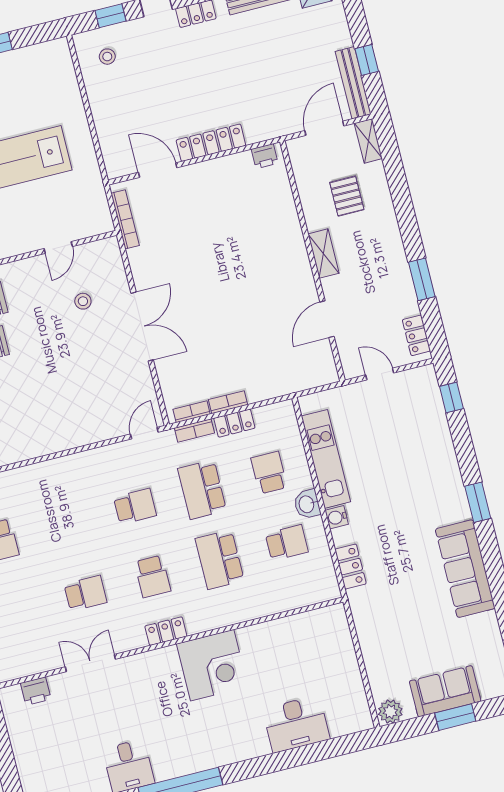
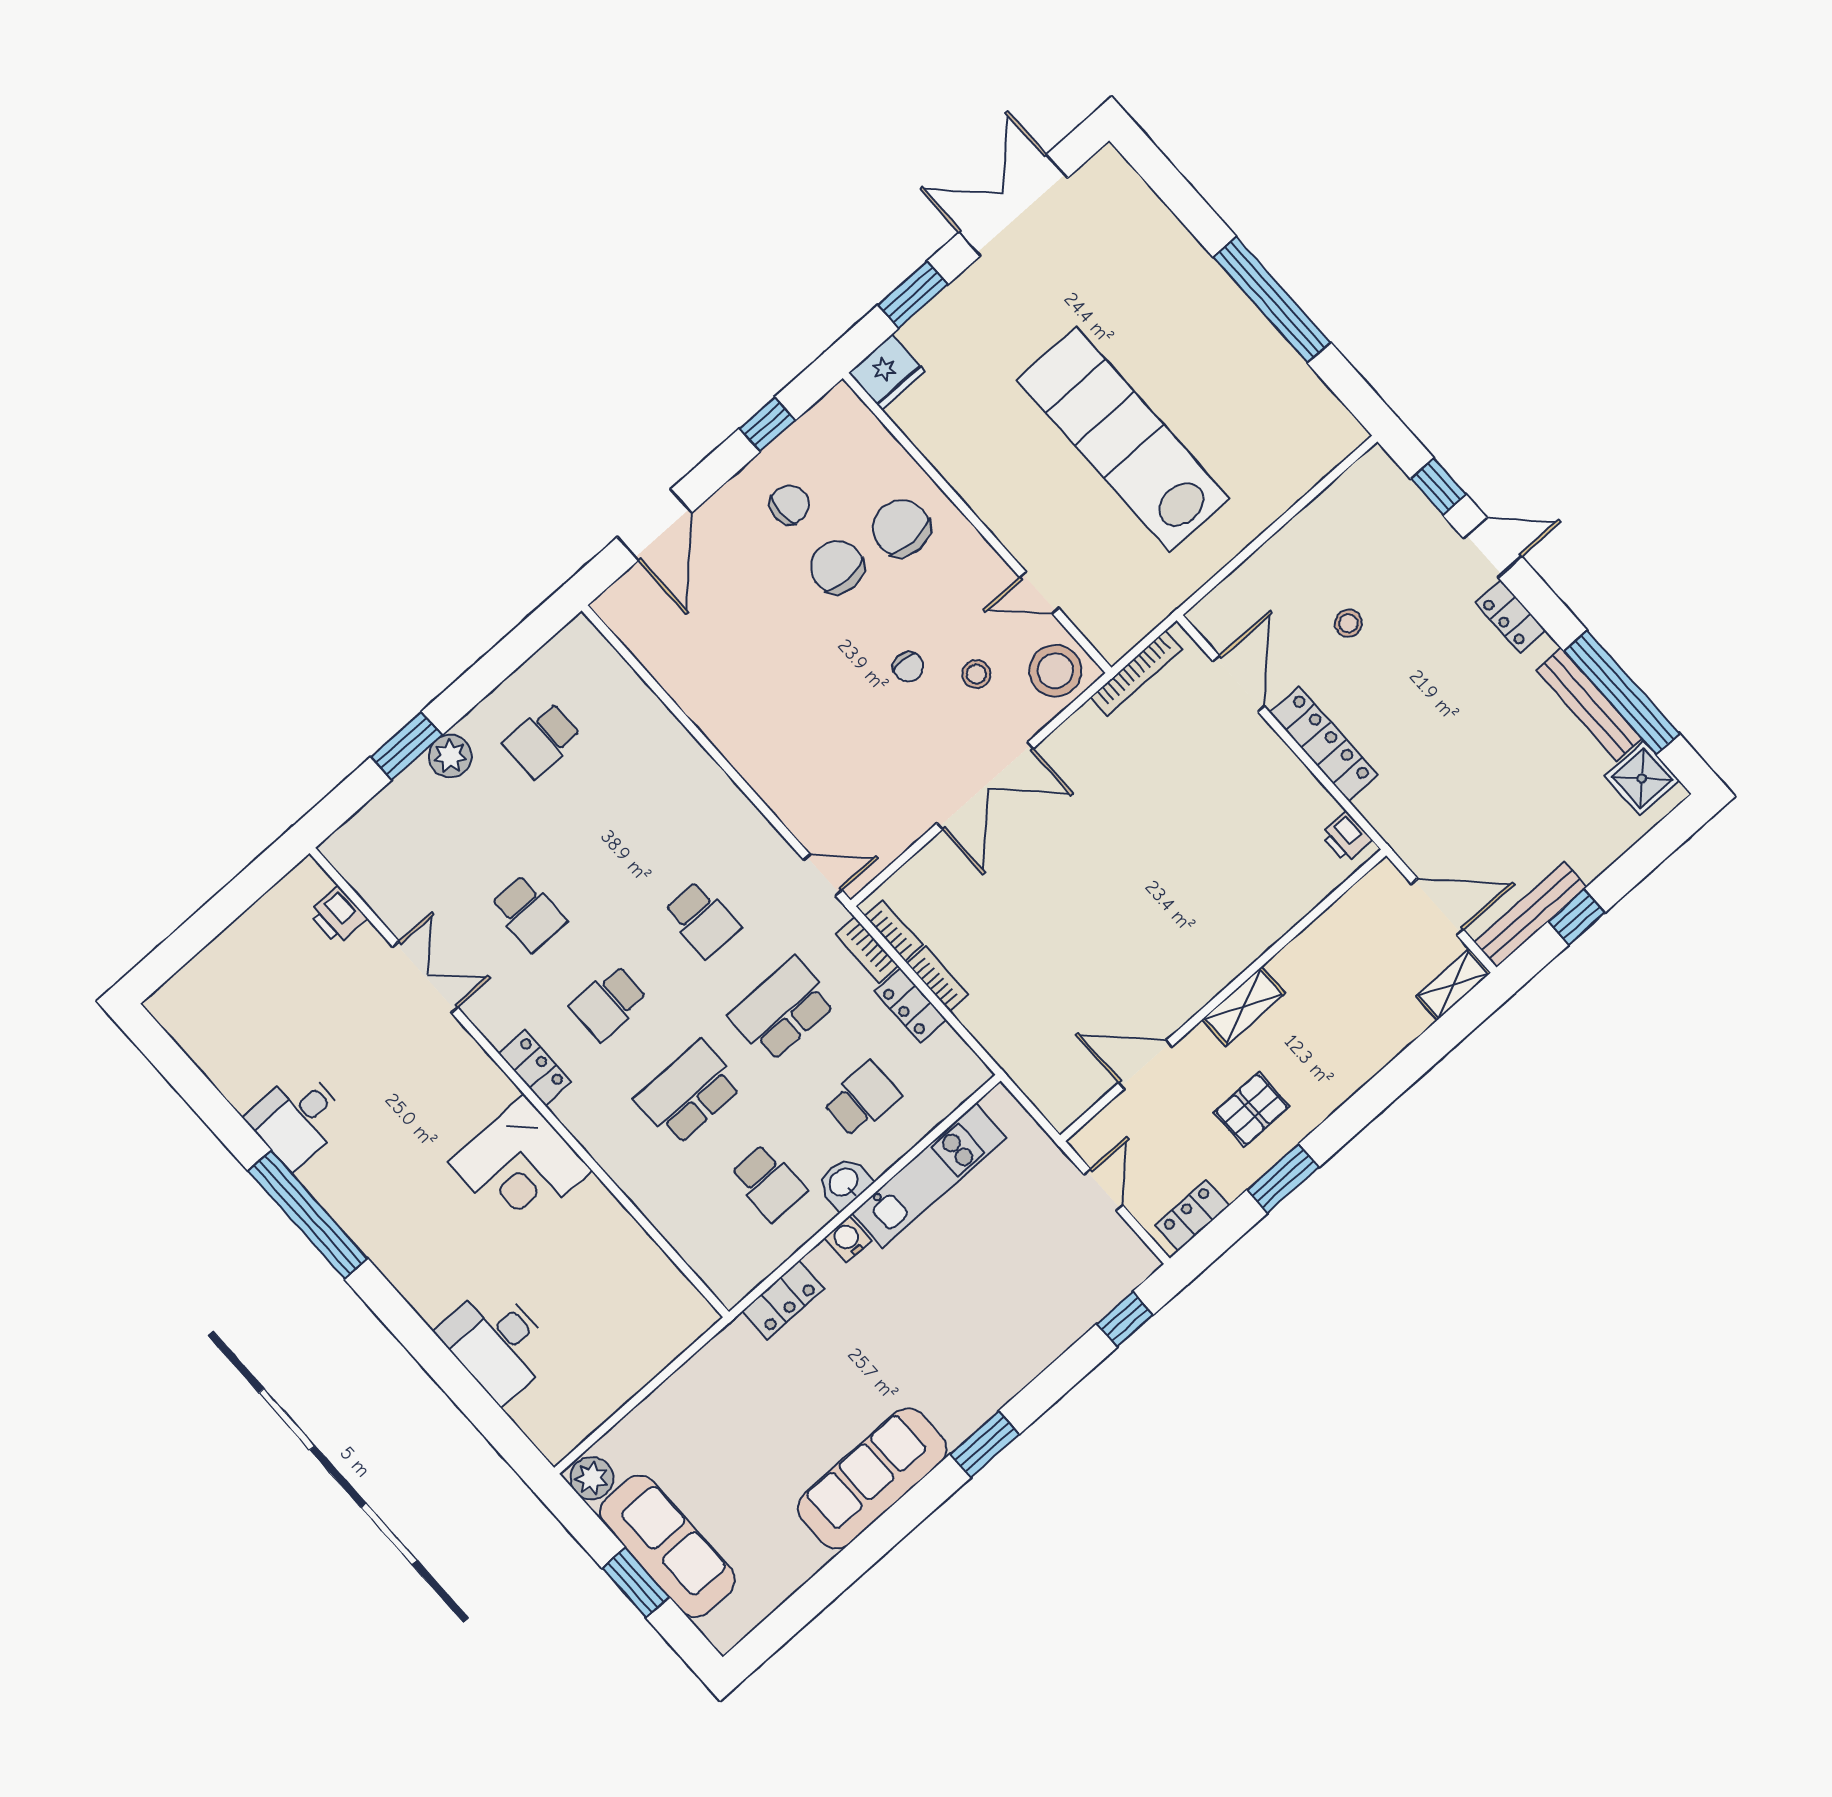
stool: (107, 57) -> (1348, 623), moved
pallet: (347, 196) -> (1252, 1109), moved
stool: (102, 260) -> (1055, 671), added
chair: (61, 334) -> (908, 667), added
sofa: (445, 691) -> (667, 1546), width x1.36

